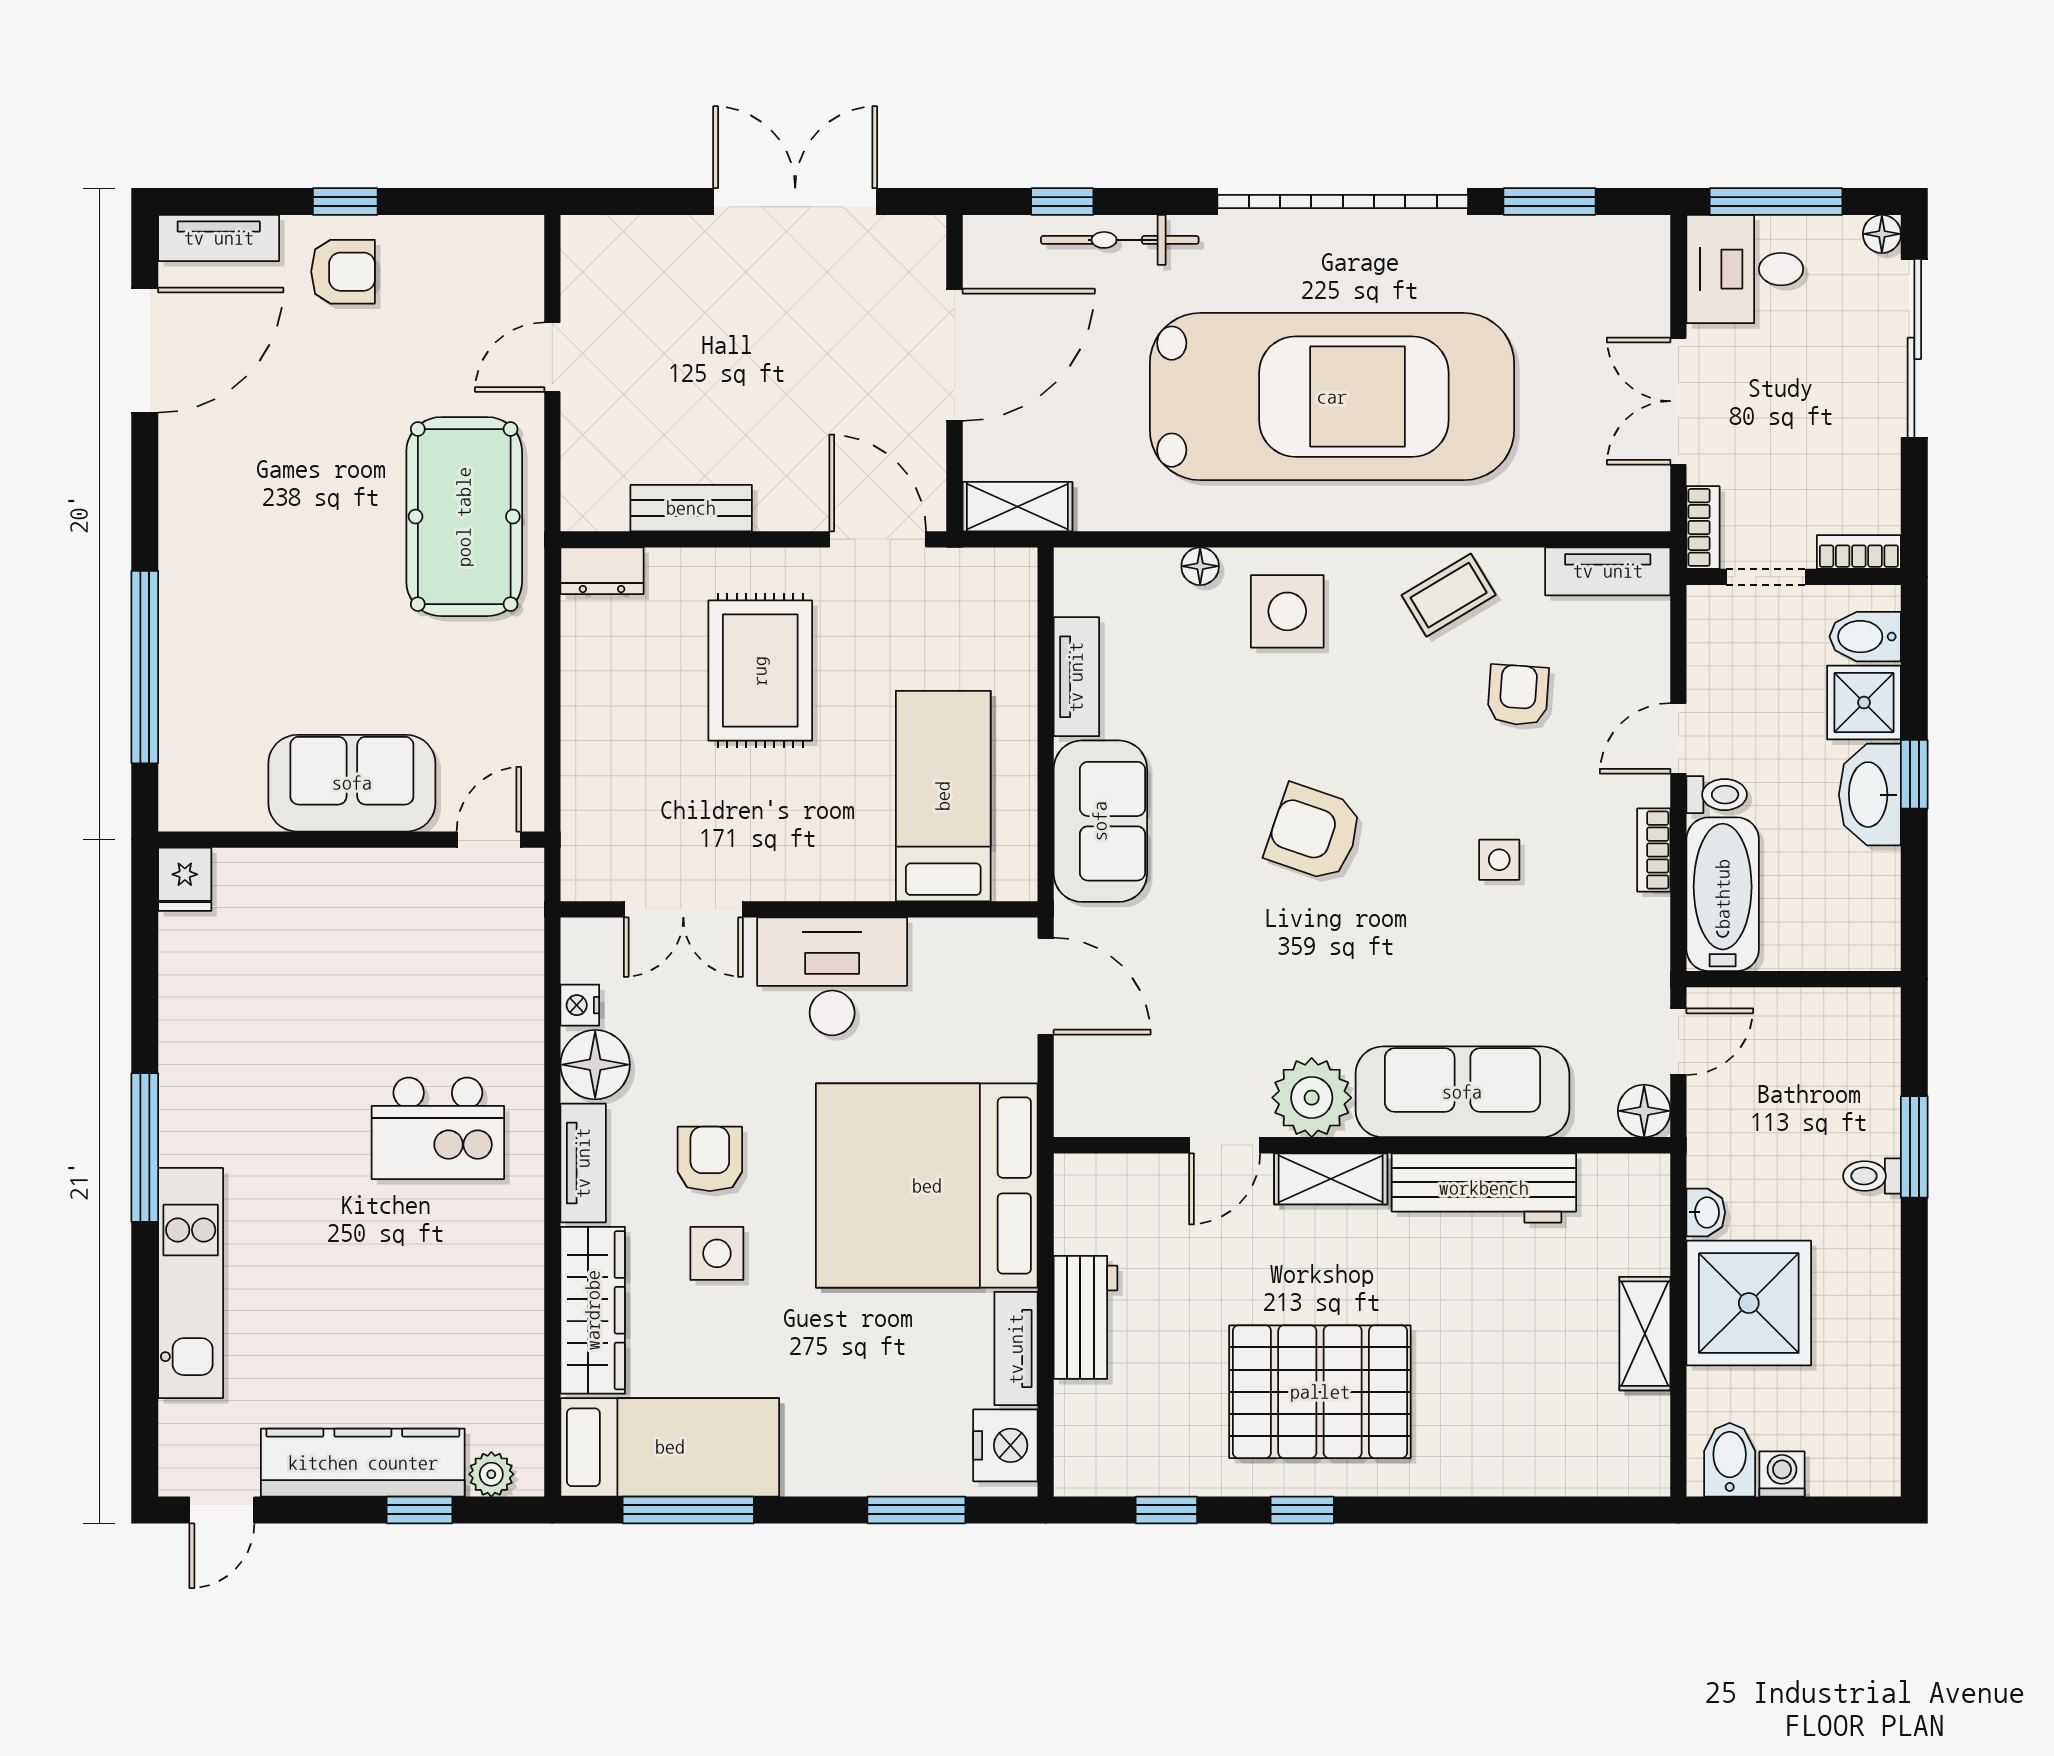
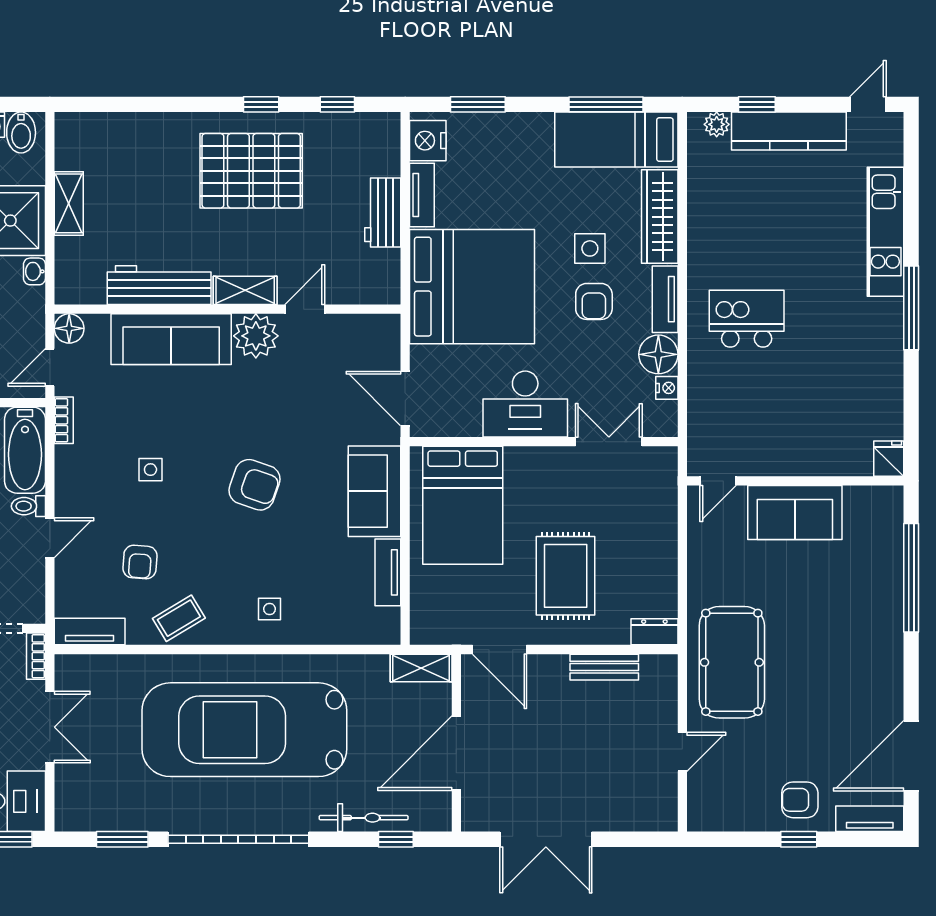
floor lamp: (1200, 566) -> (318, 634), removed
side table: (1287, 611) -> (270, 609), width x0.54, depth x0.54
bed: (943, 796) -> (463, 505), width x1.50
bookcase: (1654, 850) -> (64, 420), moved

